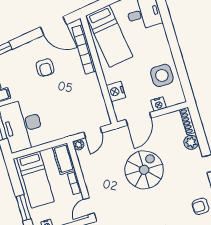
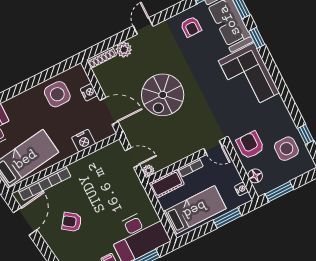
armchair: (45, 68) -> (72, 222), turned -144
spiral stairs: (144, 170) -> (163, 95), turned -90

